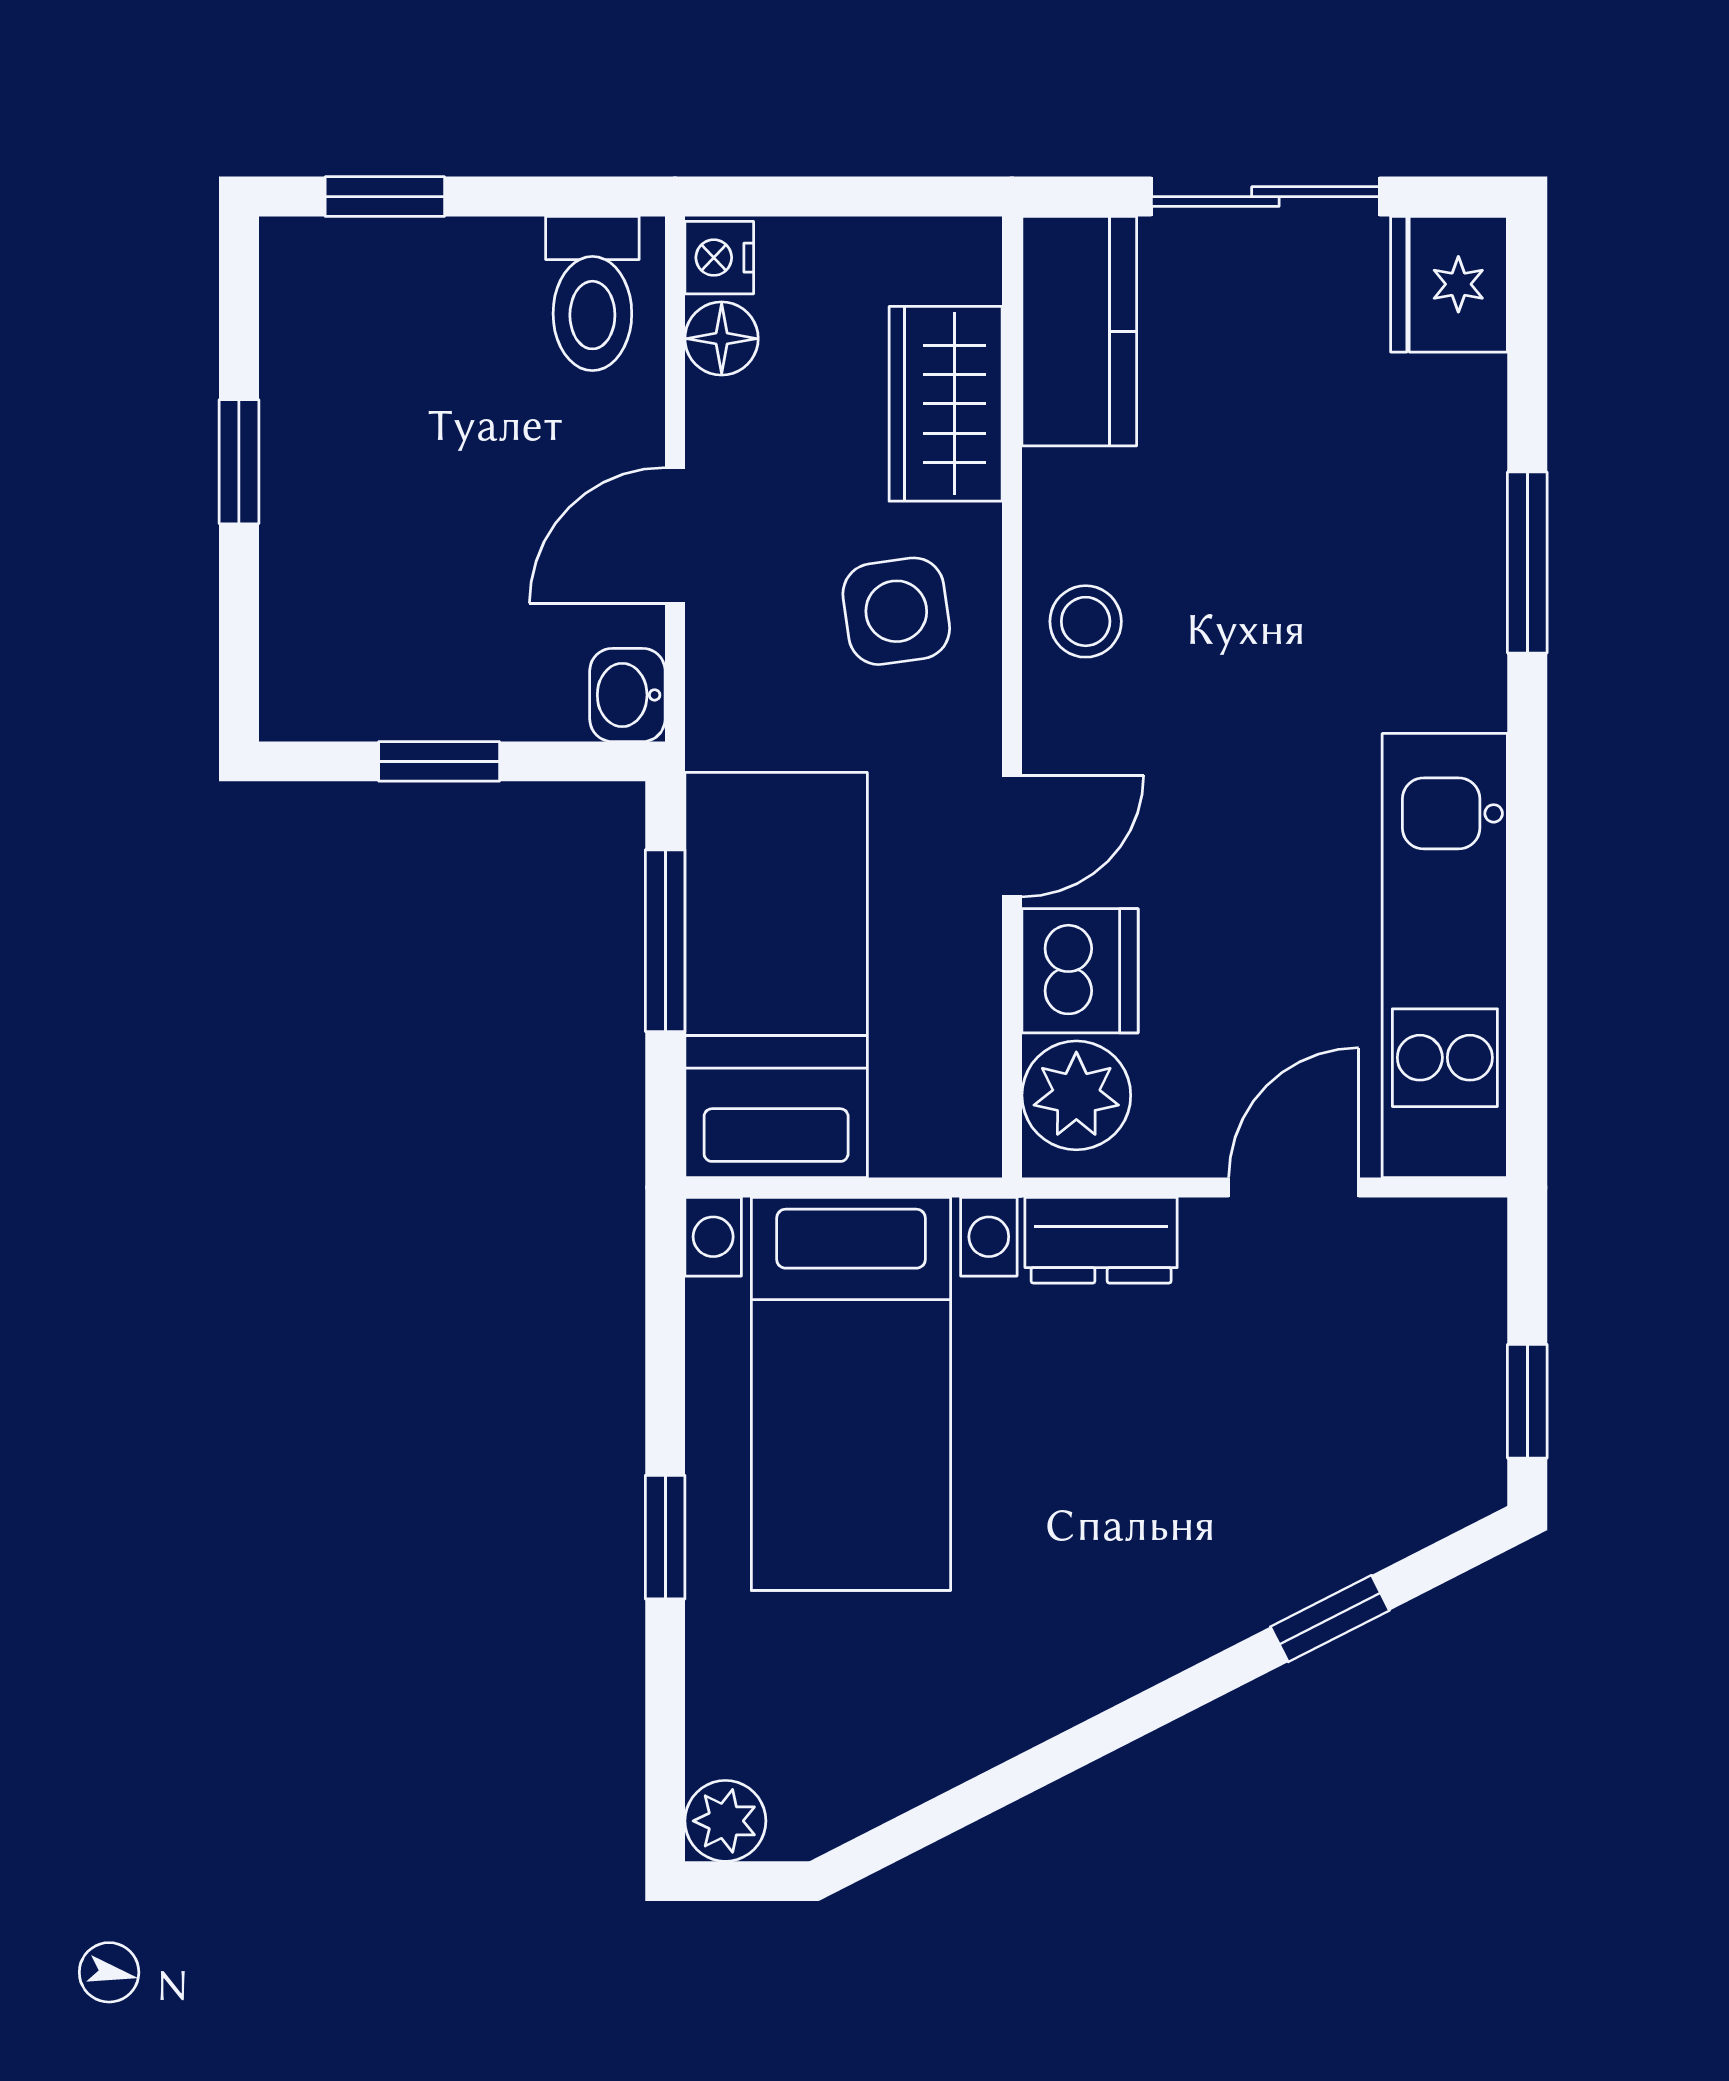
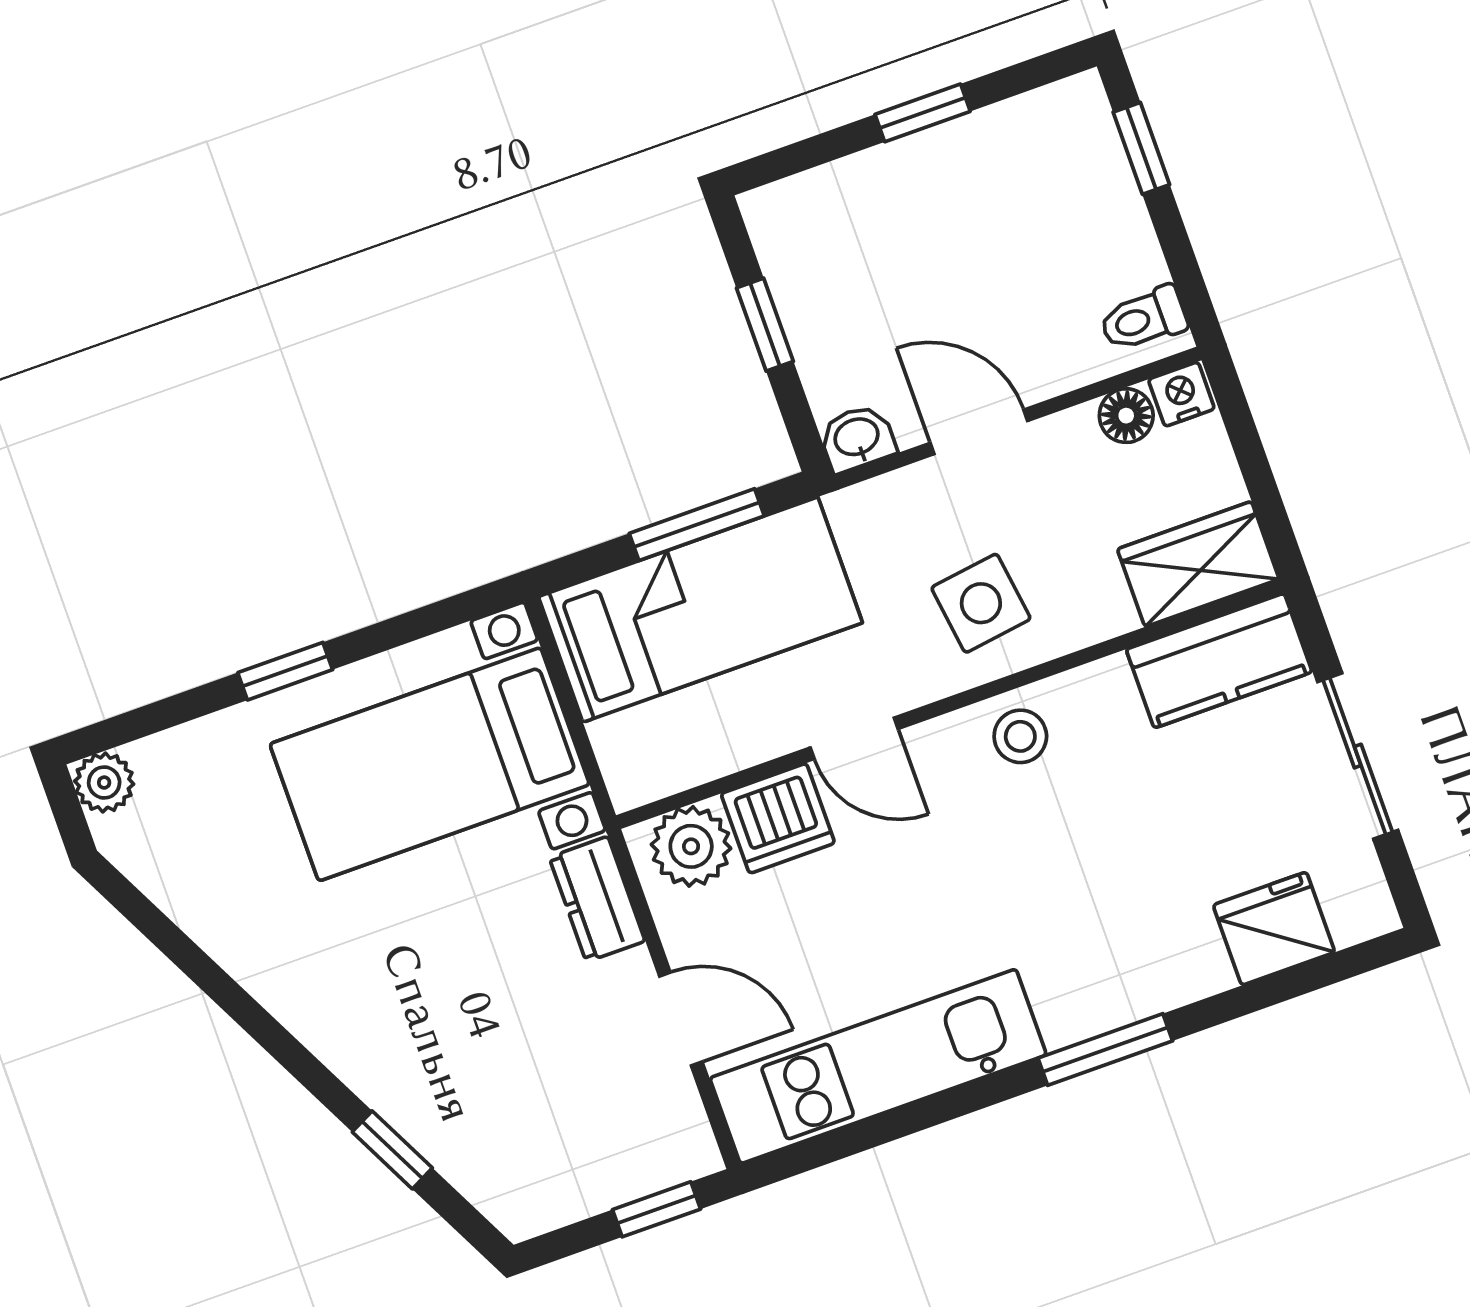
fridge: (1449, 284) -> (1274, 929), moved
toilet: (592, 293) -> (1143, 319), width x0.73, depth x0.72
wardrobe: (946, 404) -> (1198, 564), moved
window: (1527, 563) -> (1105, 1050), moved
window: (1527, 1401) -> (657, 1209), moved

